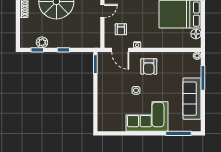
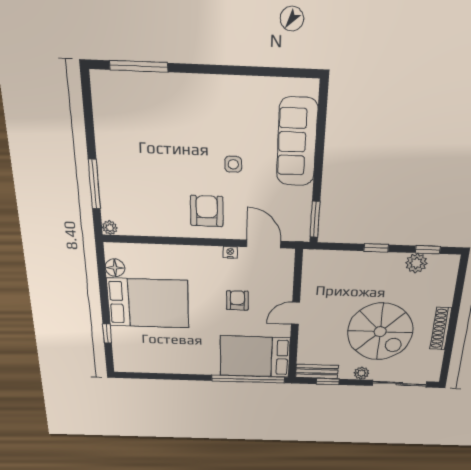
armchair: (121, 29) -> (237, 300), moved
sofa: (192, 99) -> (297, 142), moved, turned 180
corner sofa: (147, 116) -> (209, 108), removed

